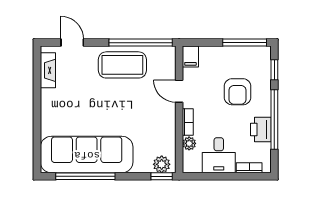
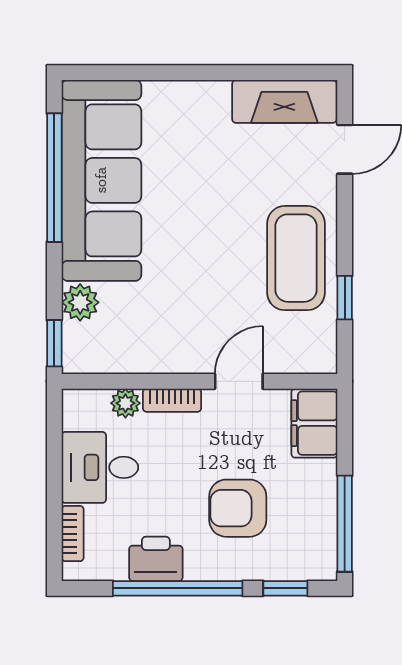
window: (141, 43) -> (345, 298), width x0.32
filing cabinet: (190, 56) -> (314, 423), width x2.00
fireplace: (48, 70) -> (284, 101), width x1.37, depth x1.32
plant: (162, 164) -> (80, 302), moved

